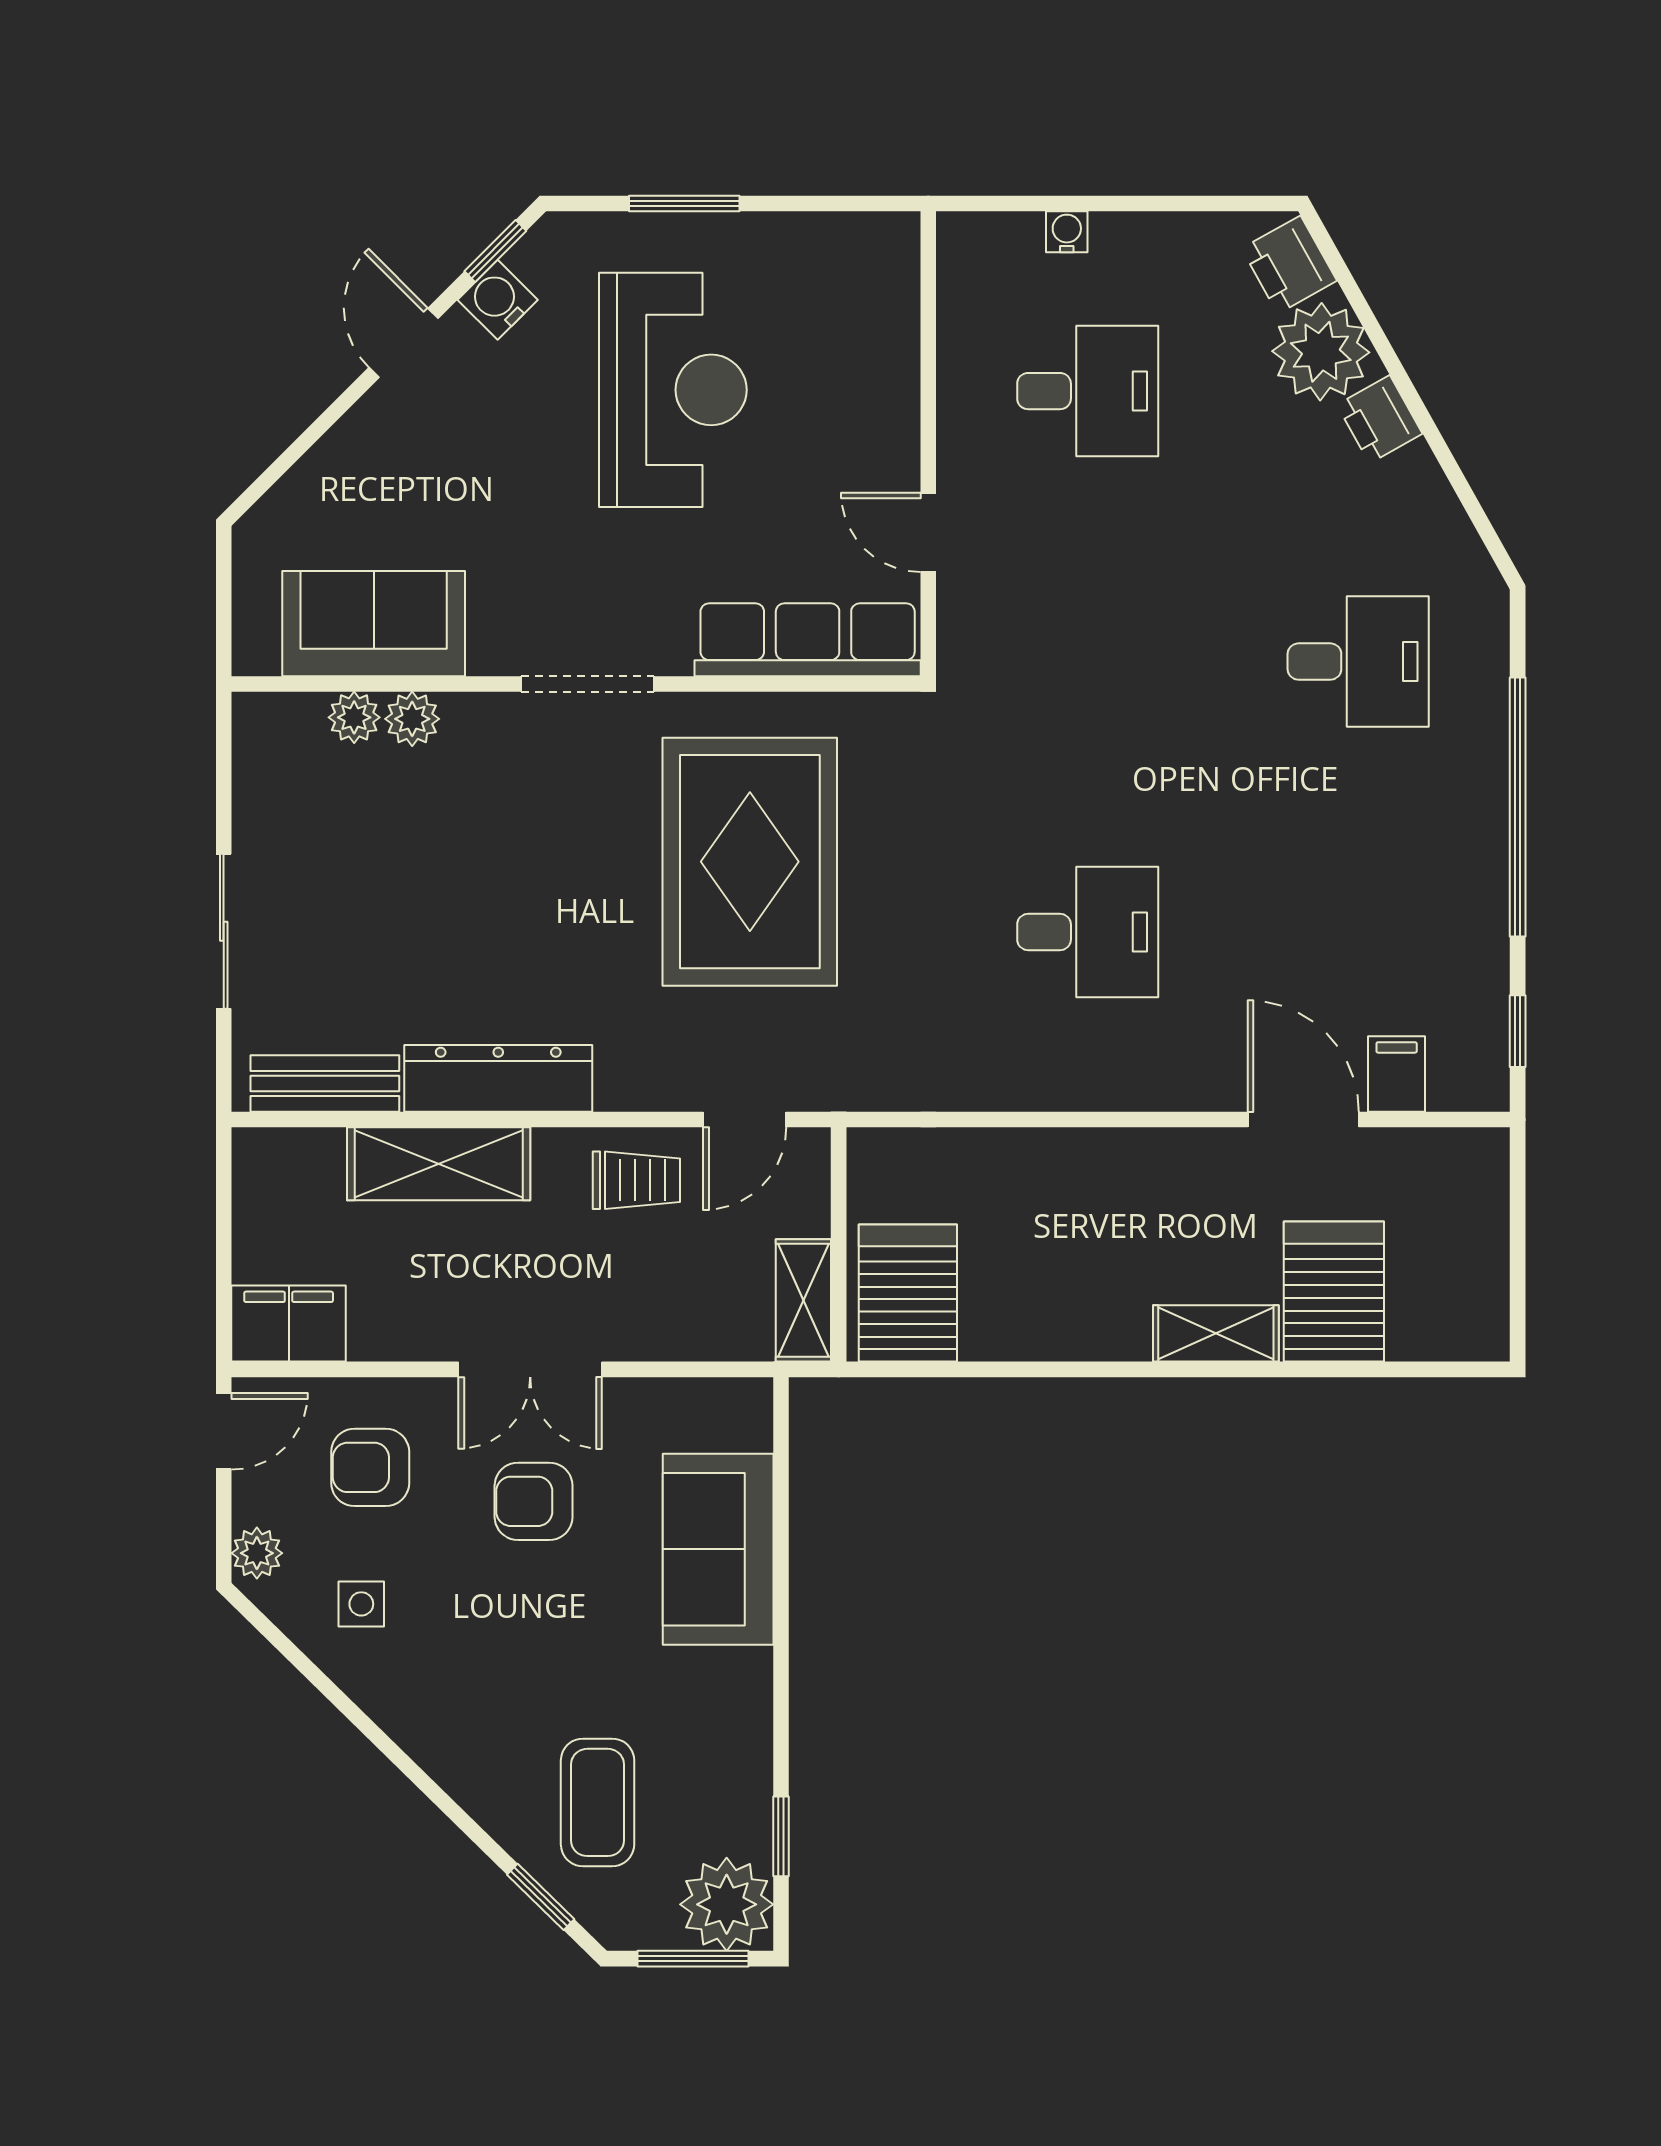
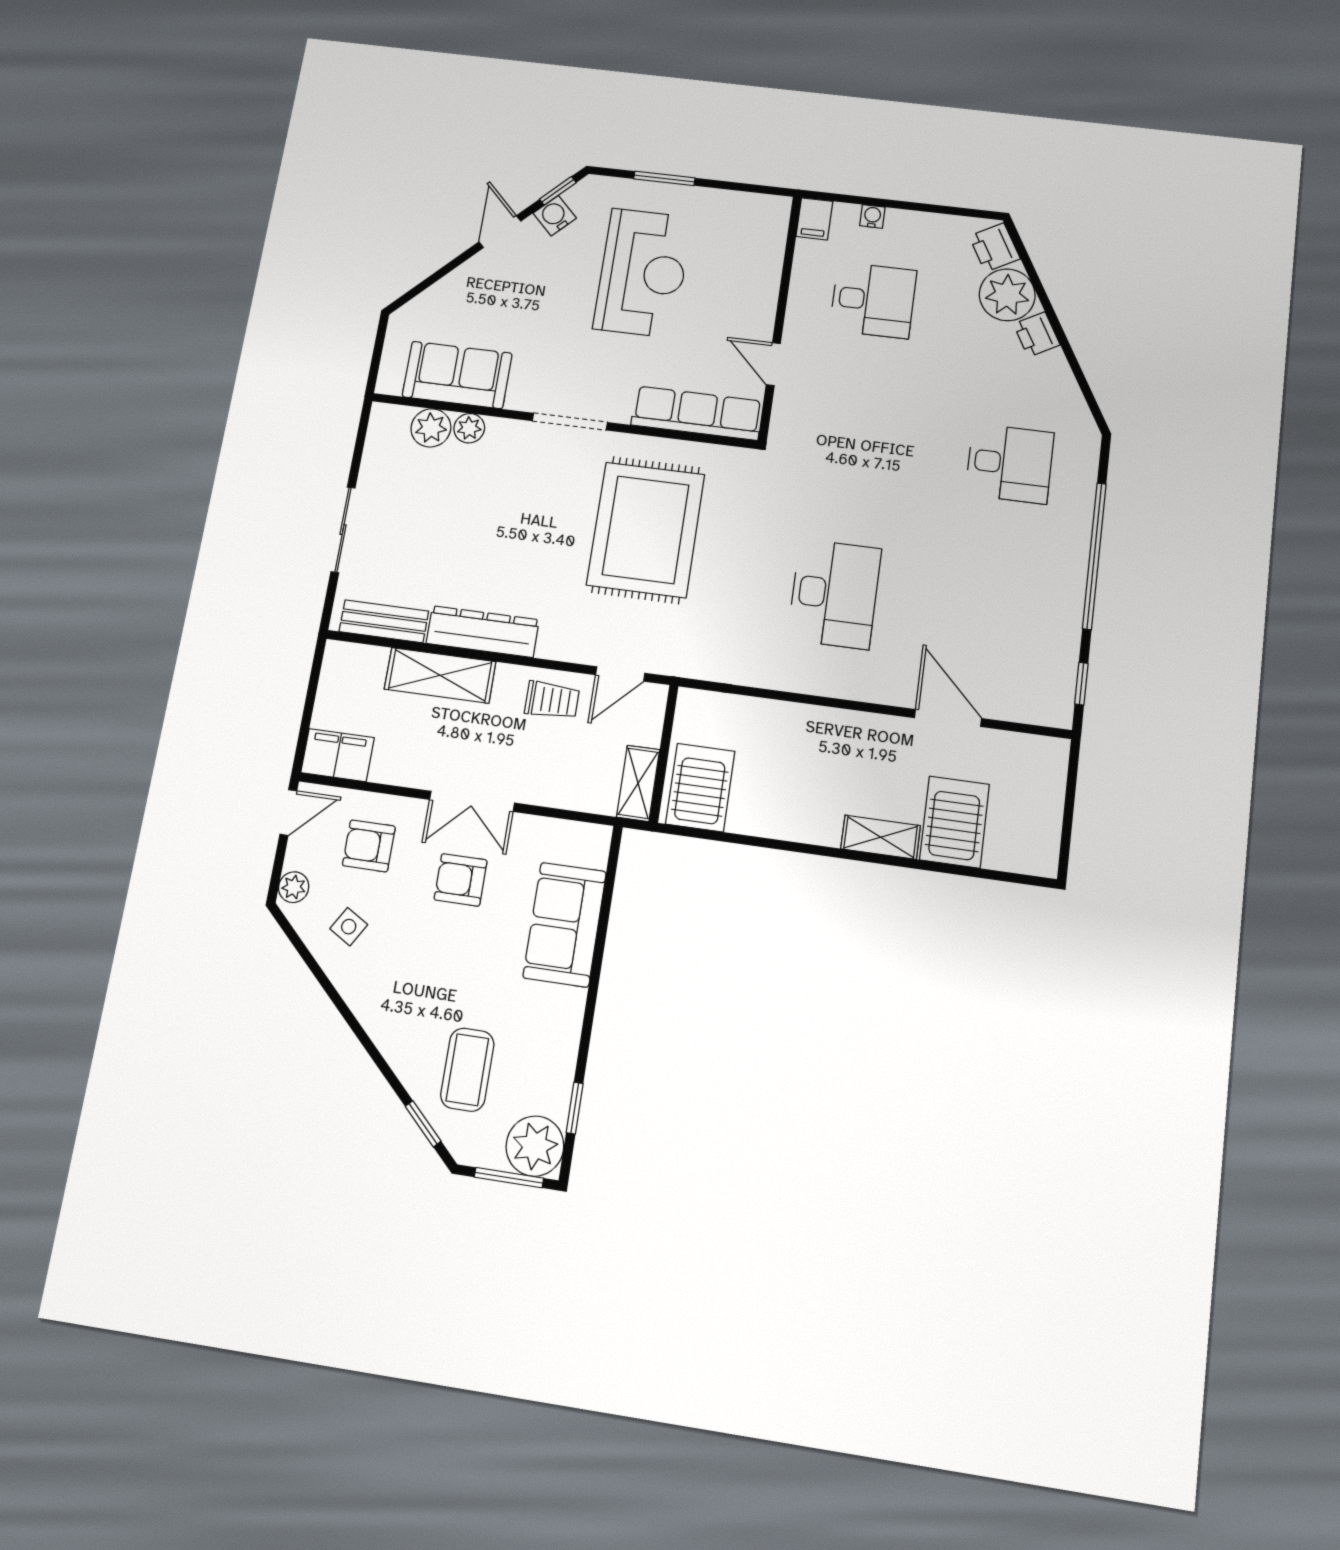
plant: (354, 717) -> (431, 428), width x1.38, depth x1.38
desk: (1088, 932) -> (834, 594), width x1.37
filing cabinet: (1397, 1074) -> (814, 219), moved, turned 180
side table: (361, 1604) -> (349, 927), turned 31

